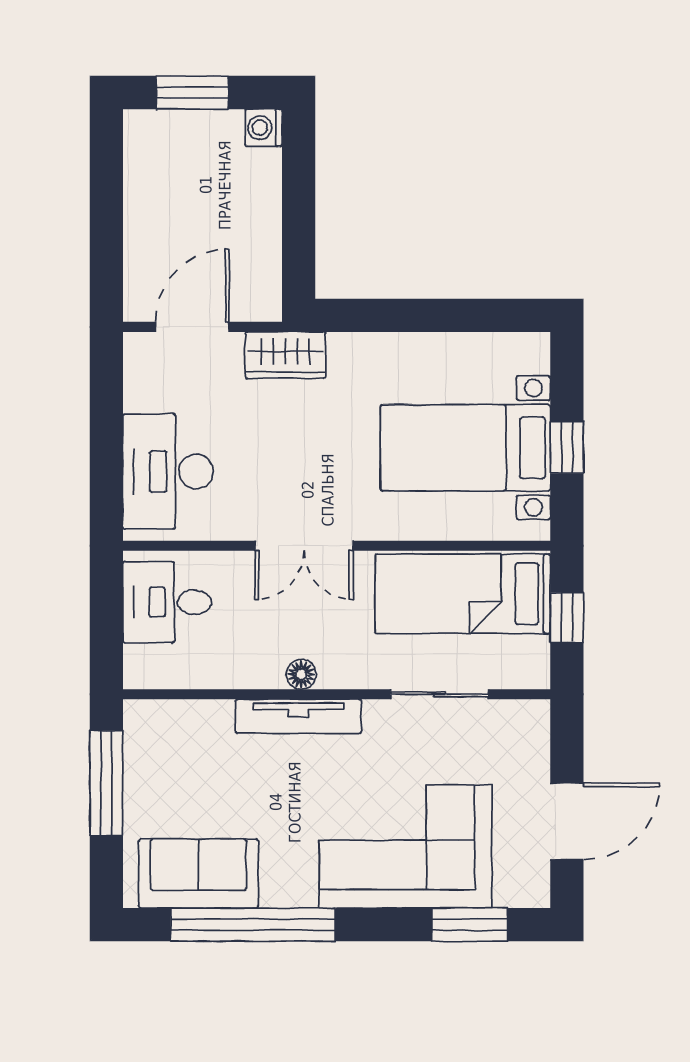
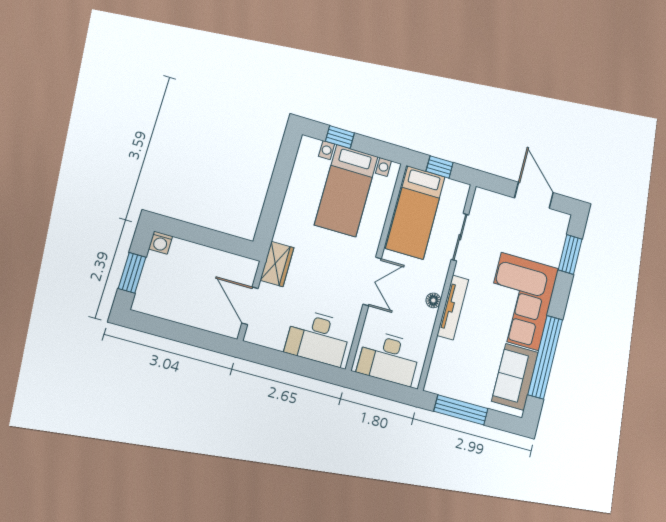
window: (567, 447) -> (340, 137), moved
desk: (167, 602) -> (389, 358), width x1.37
corner sofa: (406, 846) -> (520, 301), moved

